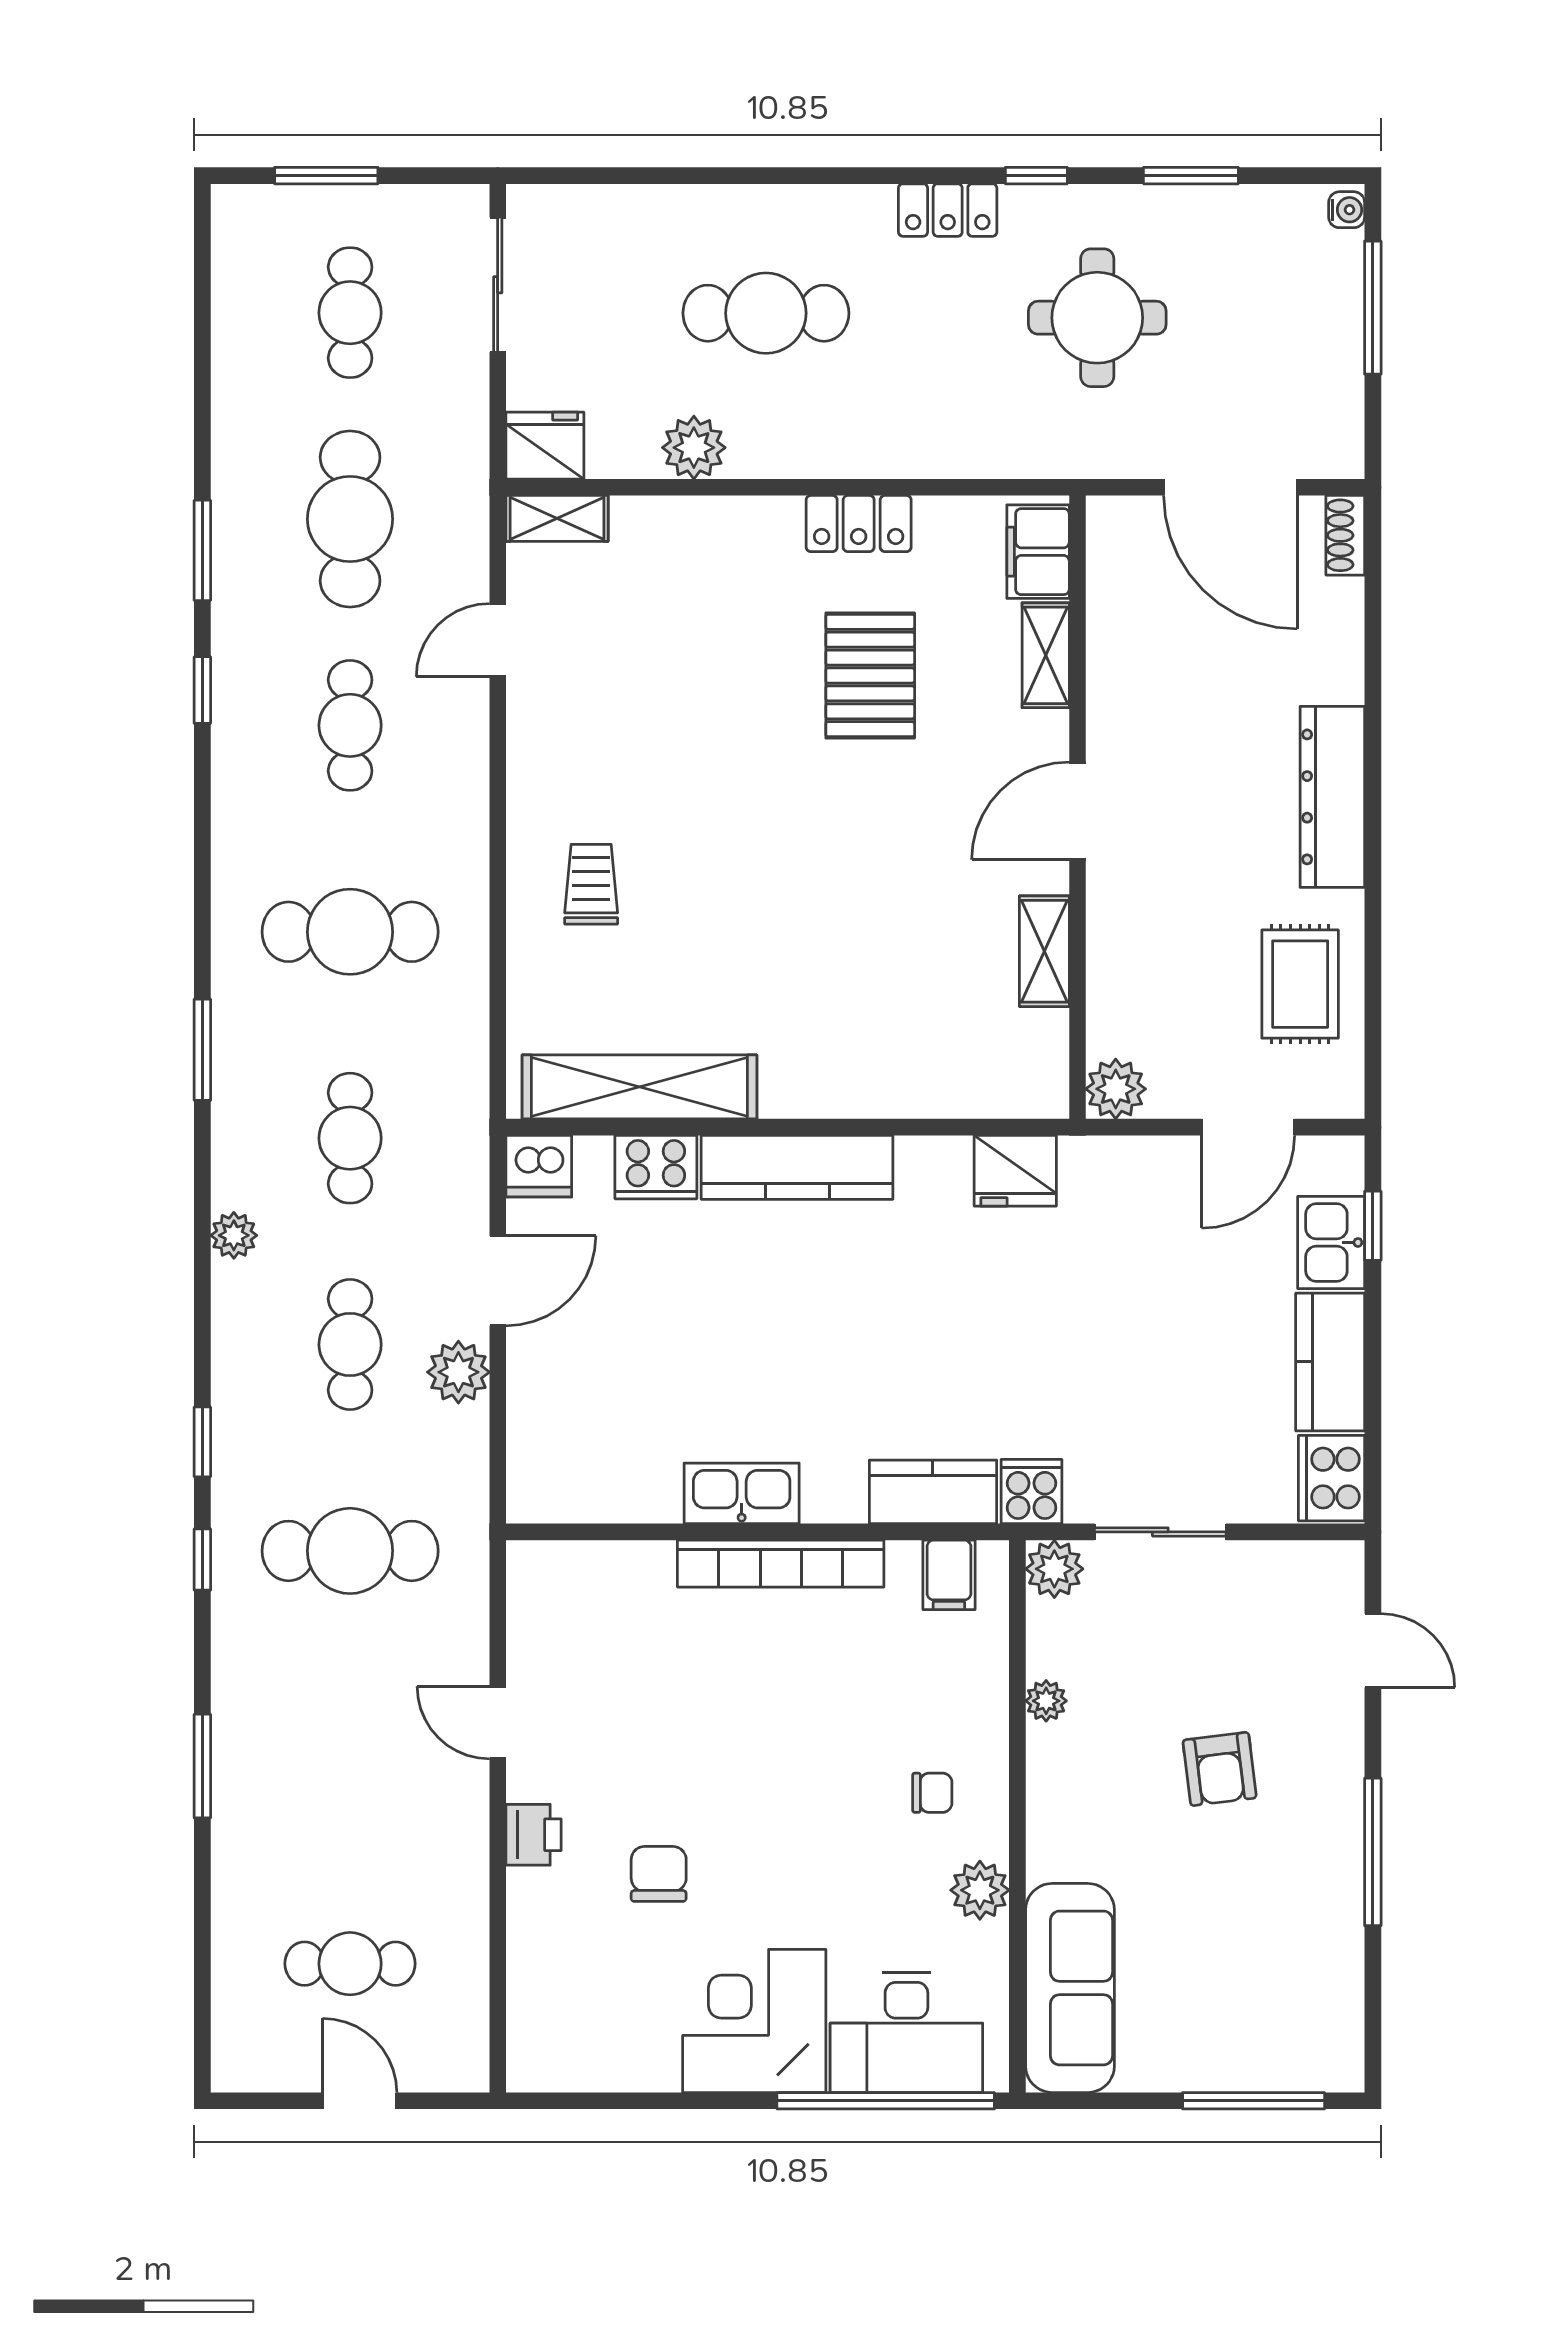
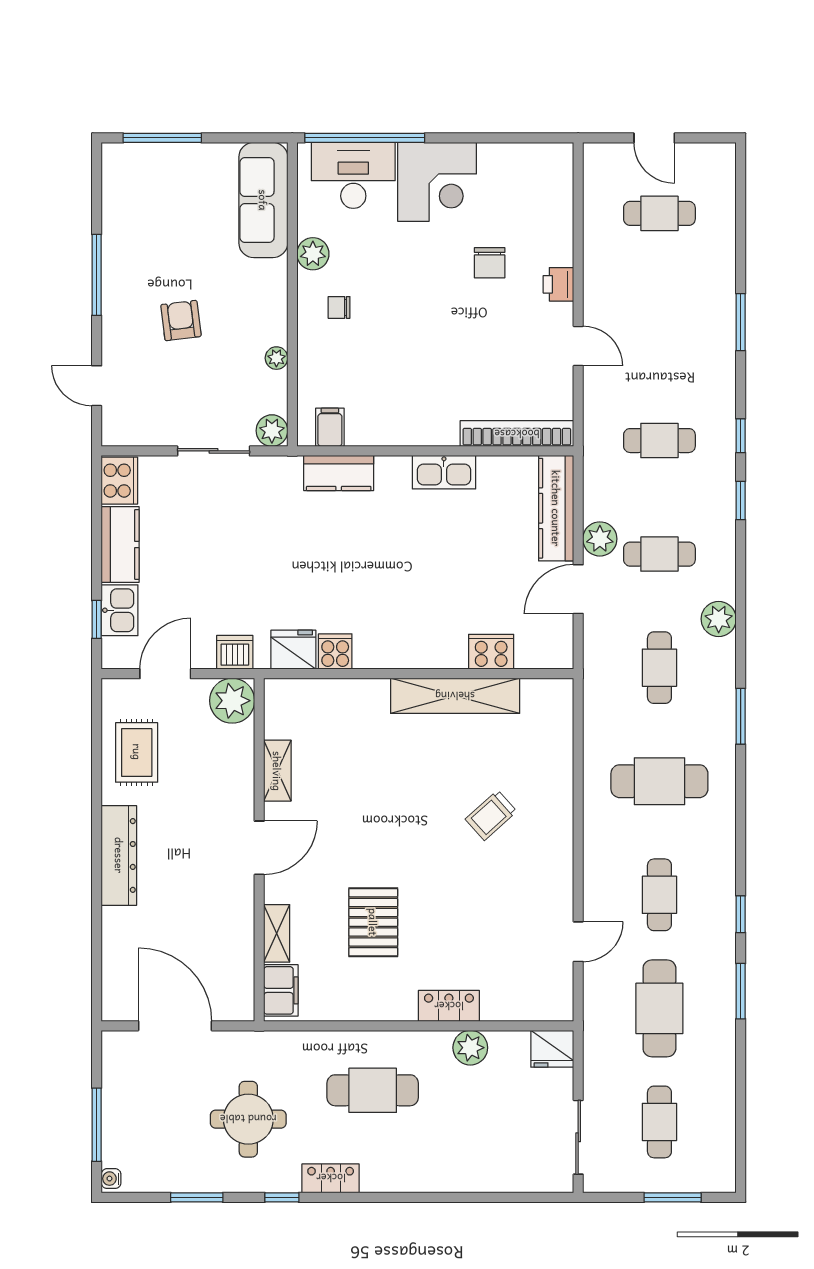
cafe table: (766, 313) -> (373, 1090), moved
shelving: (557, 518) -> (546, 1009), removed
locker: (859, 524) -> (449, 1006), moved
shoe rack: (1345, 535) -> (112, 999), removed
trolley: (591, 884) -> (491, 815), moved, turned 48
shelving: (639, 1087) -> (455, 696), moved
plant: (1116, 1089) -> (232, 701), width x1.36, depth x1.36
dishwasher: (539, 1166) -> (235, 652), moved
kitchen counter: (797, 1167) -> (556, 508), moved, turned -90
plant: (234, 1235) -> (719, 619), width x1.38, depth x1.38
cafe table: (350, 1345) -> (659, 554), turned 90
cooker: (1032, 1492) -> (335, 651), moved, turned 180
cafe table: (350, 1551) -> (659, 441), width x0.73, depth x0.74
bookcase: (781, 1564) -> (517, 434), moved

